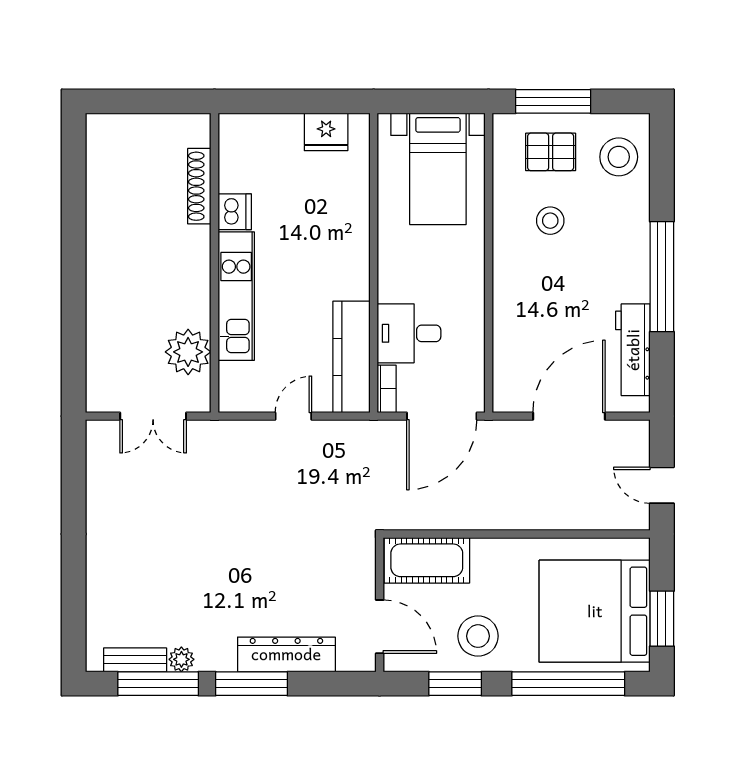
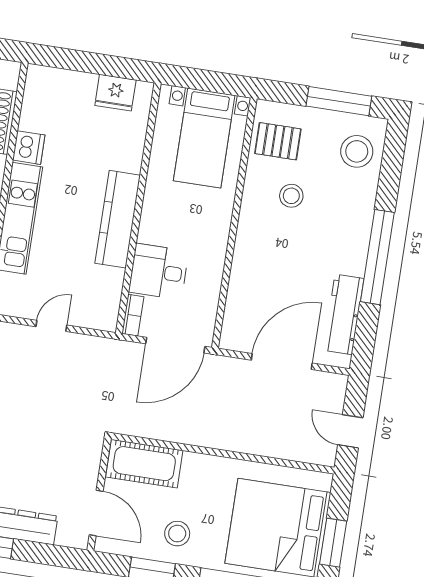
window: (553, 101) -> (339, 101), moved
pallet: (551, 152) -> (278, 141), moved
kitchen counter: (352, 357) -> (118, 219), moved
stool: (478, 636) -> (177, 534), width x0.73, depth x0.73

